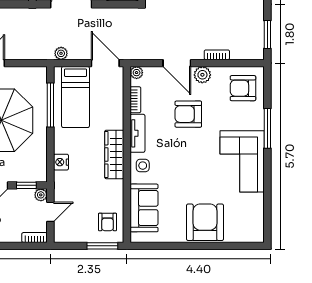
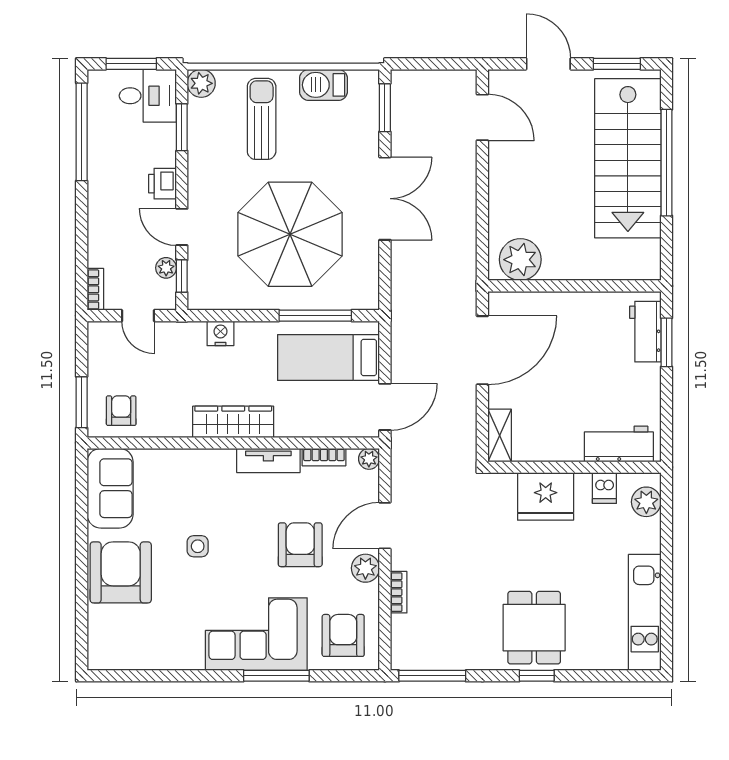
window: (267, 34) -> (432, 676), width x1.44
plant: (61, 53) -> (401, 334), removed
corner sofa: (242, 161) -> (256, 634), moved
side table: (143, 166) -> (198, 546), moved
plant: (41, 195) -> (166, 268), moved
sofa: (144, 208) -> (110, 488), moved, turned -90
armchair: (108, 222) -> (121, 411), turned 90
armchair: (205, 222) -> (121, 572), turned -90

